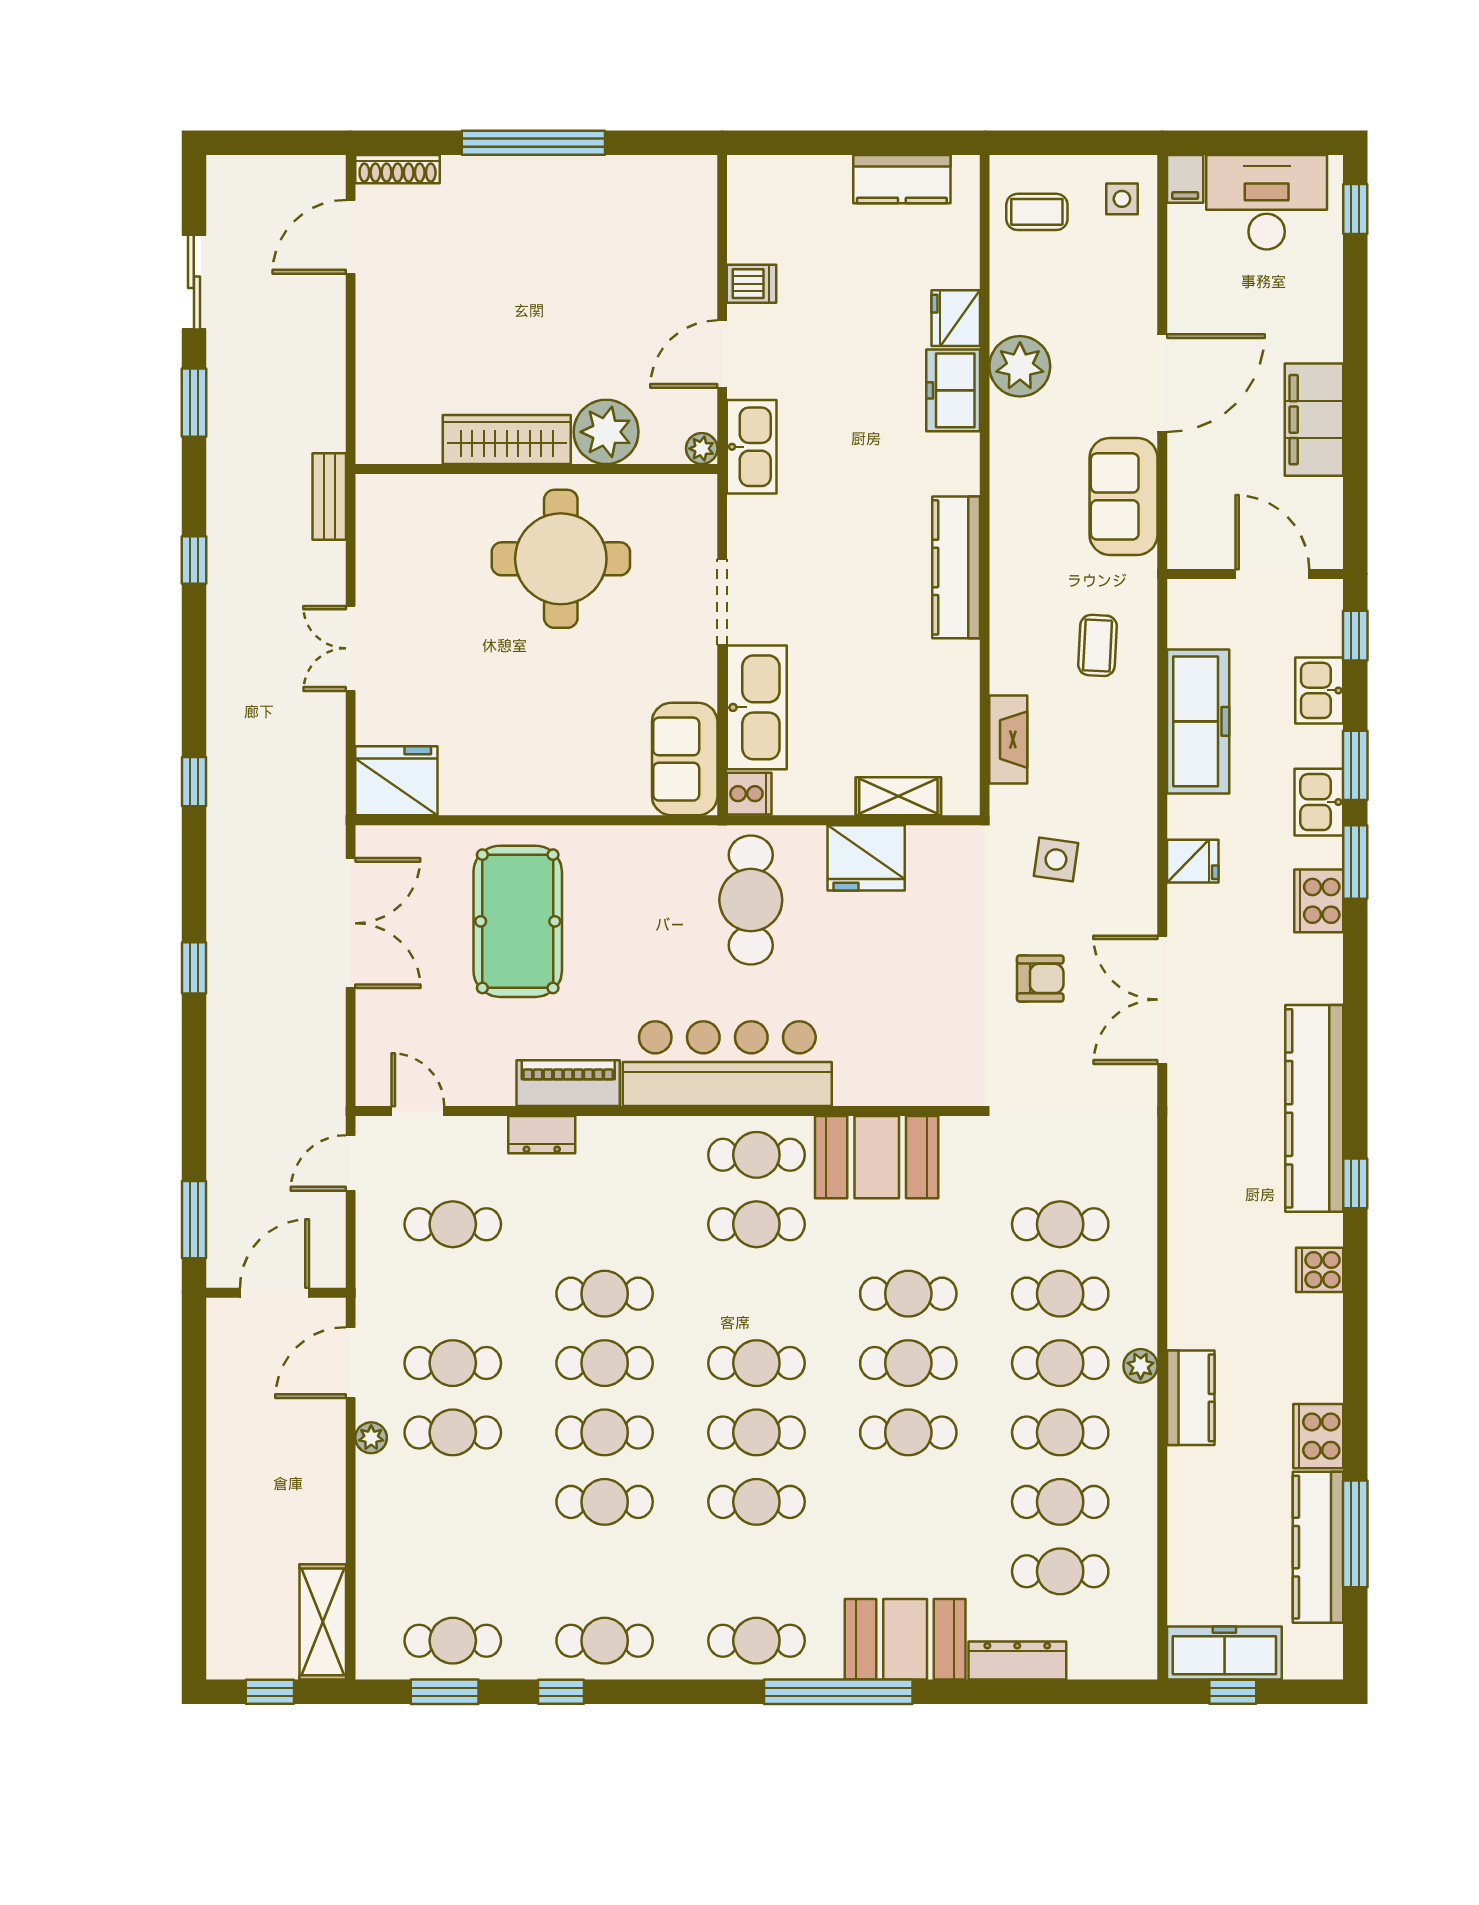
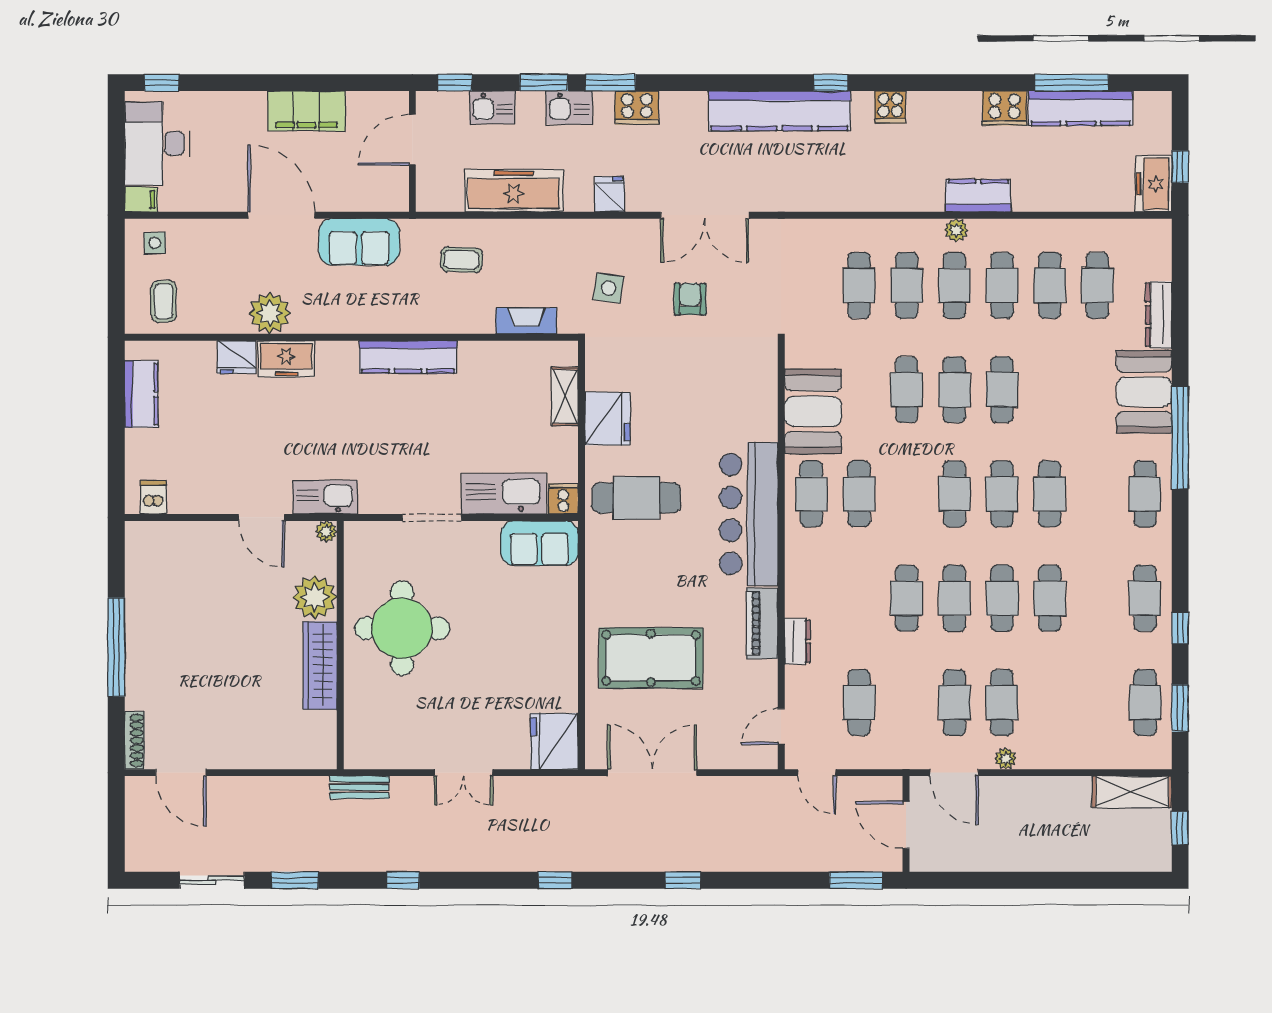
dishwasher: (752, 284) -> (153, 497), moved
freezer: (1224, 1653) -> (1154, 184), width x0.71

